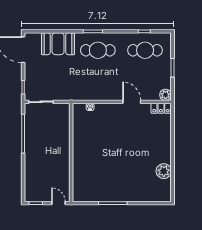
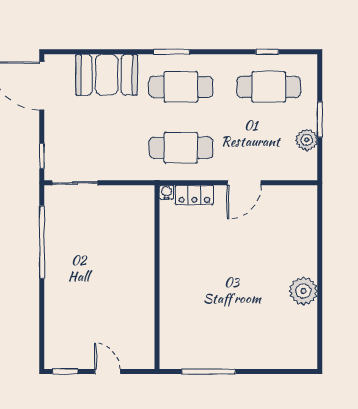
cafe table: (98, 83) -> (181, 148), added
plant: (166, 95) -> (307, 140), moved
door: (132, 102) -> (244, 183), swing flipped
locker: (161, 108) -> (194, 195), moved
wall: (71, 152) -> (157, 277), moved
plant: (164, 171) -> (303, 291), moved

